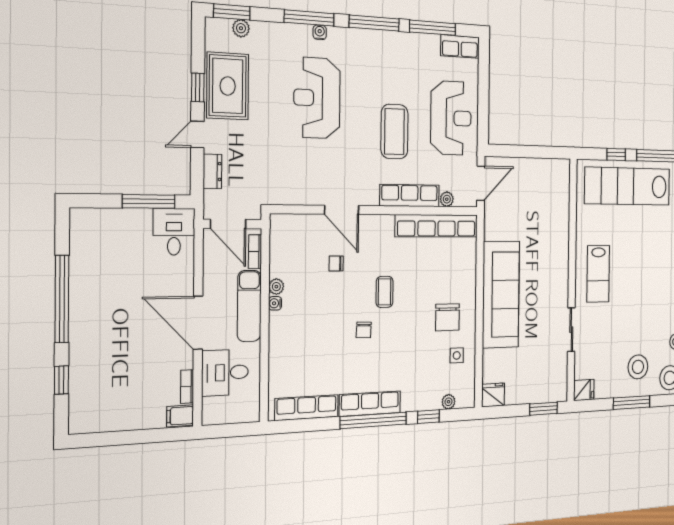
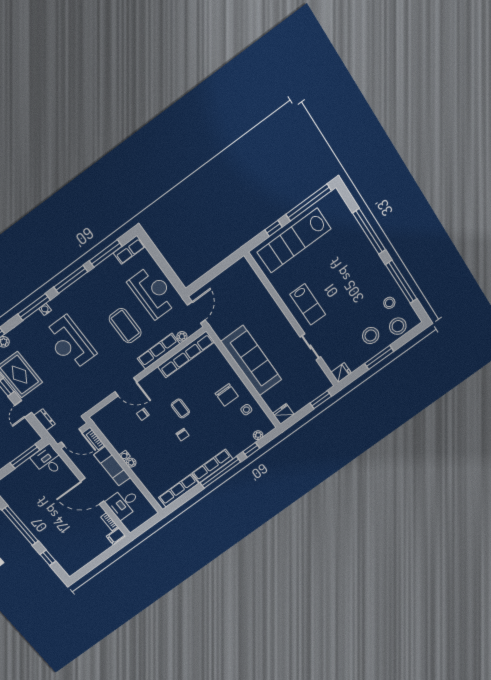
plant: (276, 287) -> (131, 463), moved

